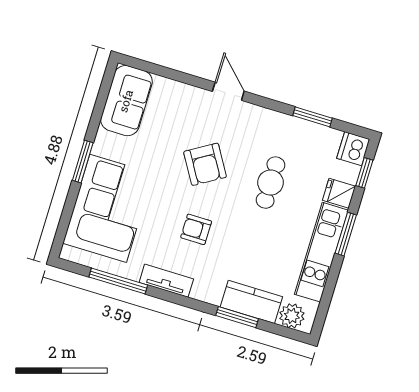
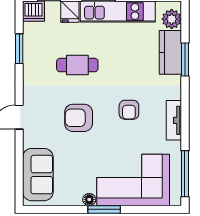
sofa: (126, 101) -> (38, 175), moved, turned 90
floor lamp: (100, 147) -> (89, 200), added
armchair: (205, 164) -> (79, 118), turned -149
window: (118, 281) -> (185, 174), moved

